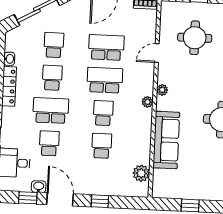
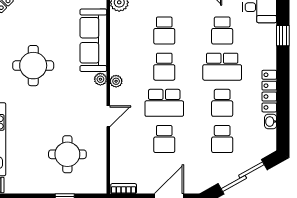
school desk: (106, 47) -> (164, 139), width x0.54
door: (157, 53) -> (108, 116), moved
plant: (162, 90) -> (100, 79), moved

